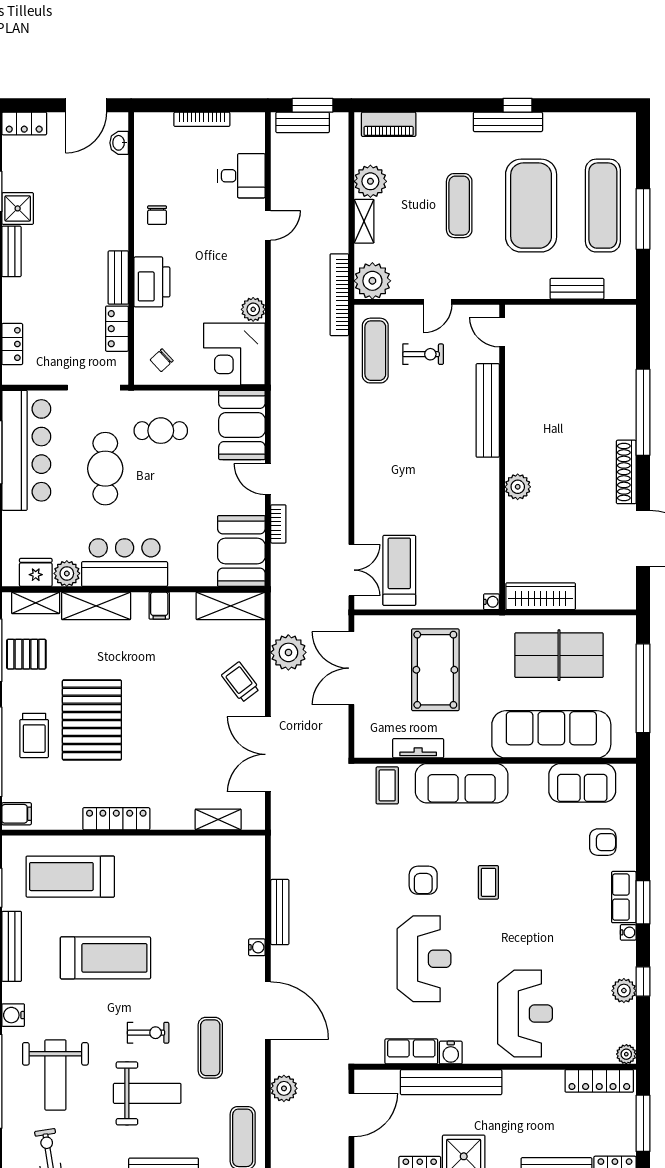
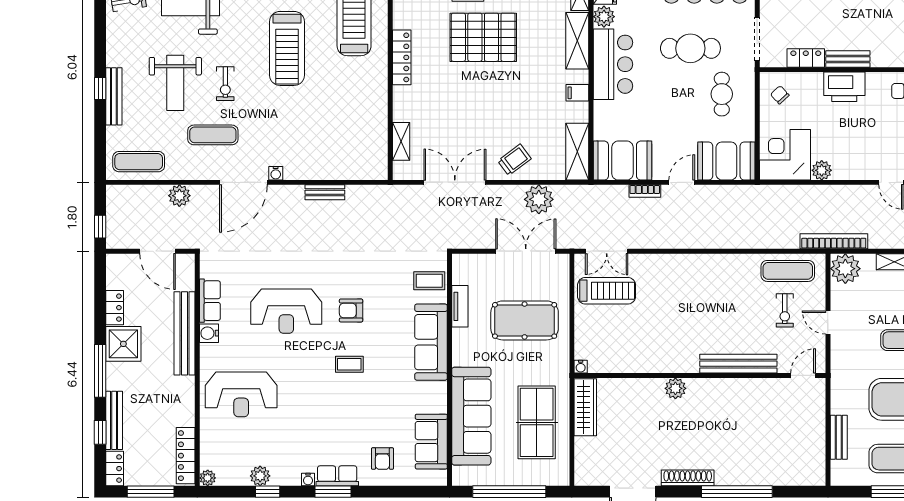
bench: (280, 912) -> (325, 192), width x0.73
water cooler: (257, 947) -> (276, 173), moved

